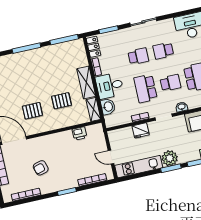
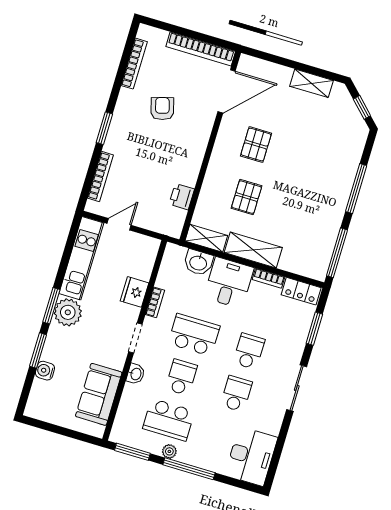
school desk: (138, 56) -> (249, 351), turned 180
school desk: (170, 83) -> (181, 377), turned 180

